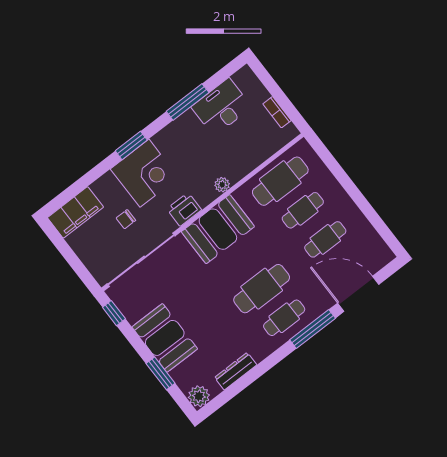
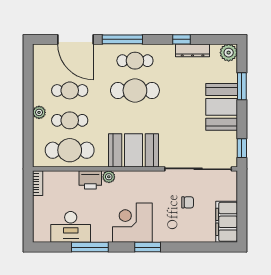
bookcase: (277, 112) -> (38, 183), moved
corner desk: (144, 173) -> (132, 223), moved
plant: (339, 195) -> (39, 112), added
printer: (184, 209) -> (90, 180), moved
filing cabinet: (75, 212) -> (227, 222), moved, turned -90
window: (255, 374) -> (181, 39), added

